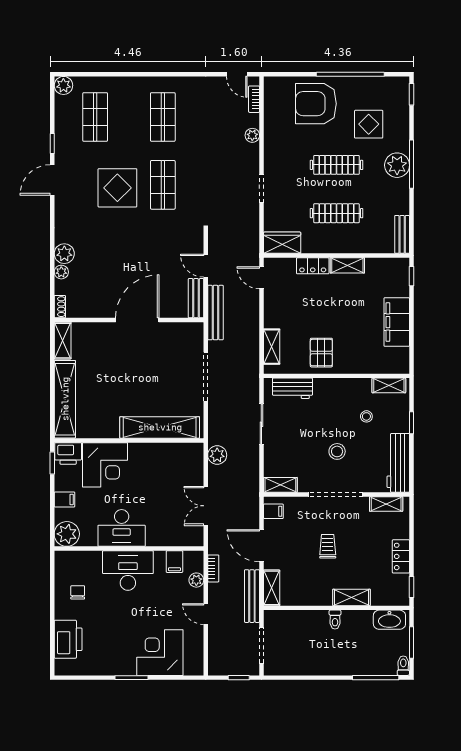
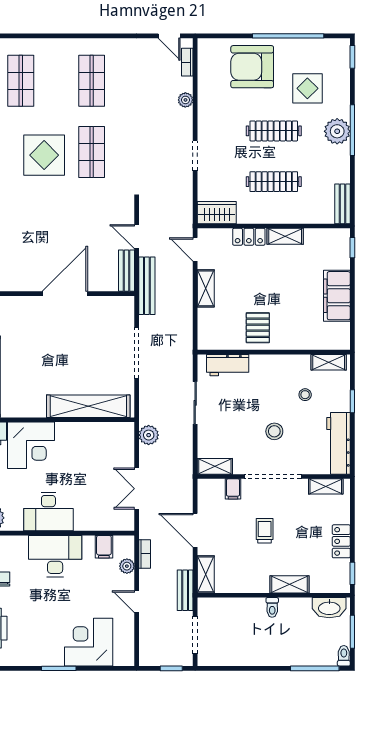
shelving: (272, 347) -> (206, 288), moved
filing cabinet: (273, 511) -> (233, 489), moved, turned 90
bench: (252, 596) -> (185, 590), width x0.73

